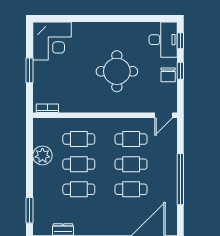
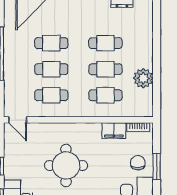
chair: (168, 75) -> (138, 163), moved
filing cabinet: (71, 105) -> (114, 131), added
door: (164, 115) -> (18, 120), swing flipped
window: (30, 210) -> (157, 21), removed

